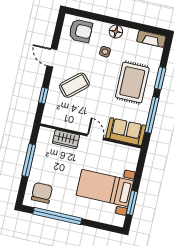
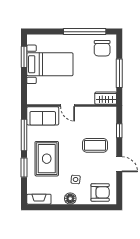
armchair: (81, 31) -> (100, 192), turned 180
coffee table: (74, 85) -> (95, 145), turned 41
wardrobe: (66, 139) -> (106, 98), moved

